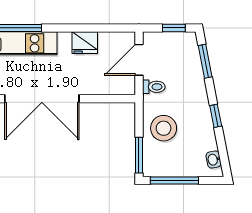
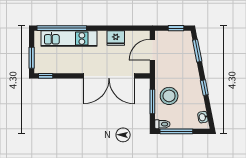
toilet: (154, 87) -> (162, 124), moved
double door: (42, 99) -> (109, 76), moved
window: (139, 155) -> (152, 102), moved

